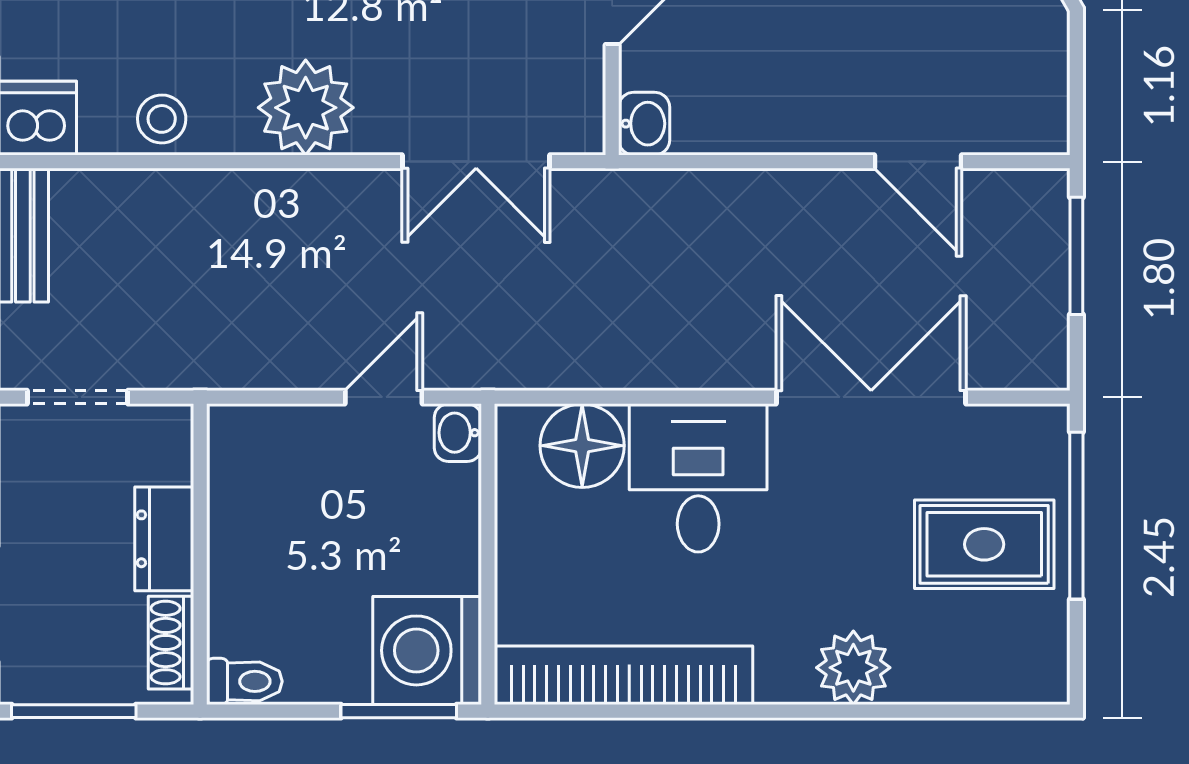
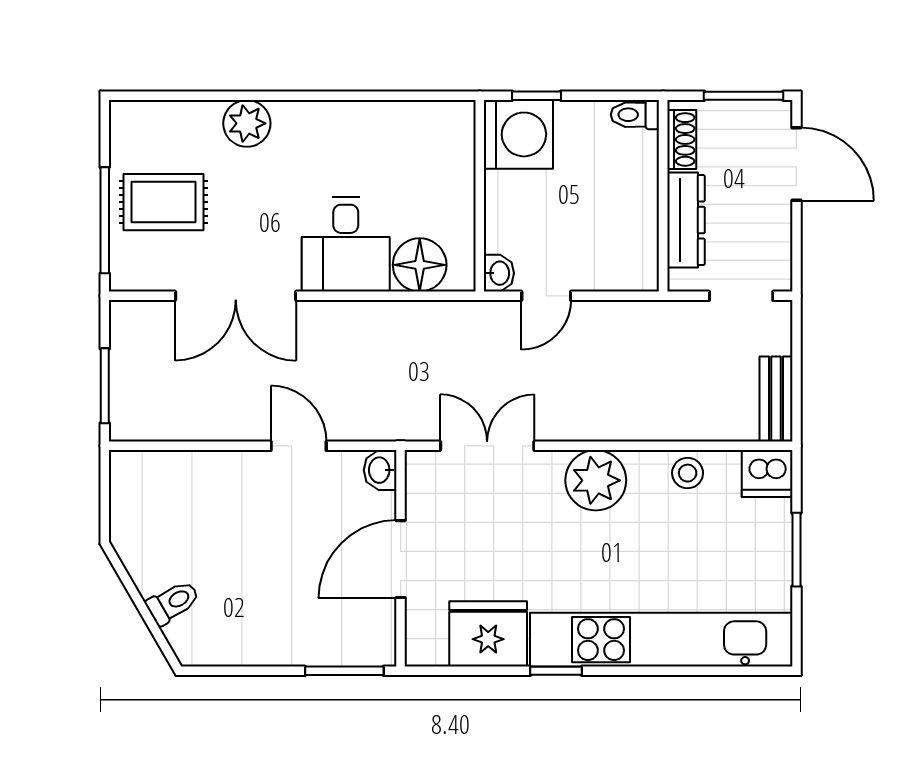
door: (918, 162) -> (299, 446), moved
dresser: (164, 539) -> (686, 220), width x1.44
bookcase: (623, 675) -> (393, 119), removed
window: (399, 711) -> (536, 96), width x0.67

